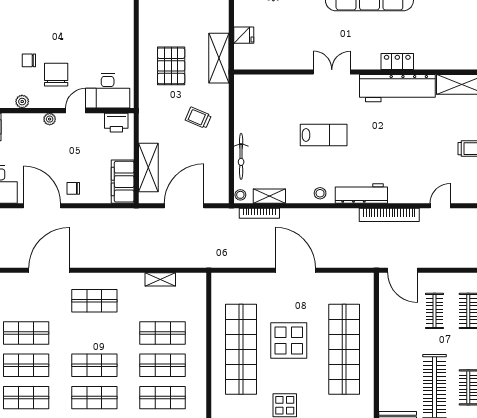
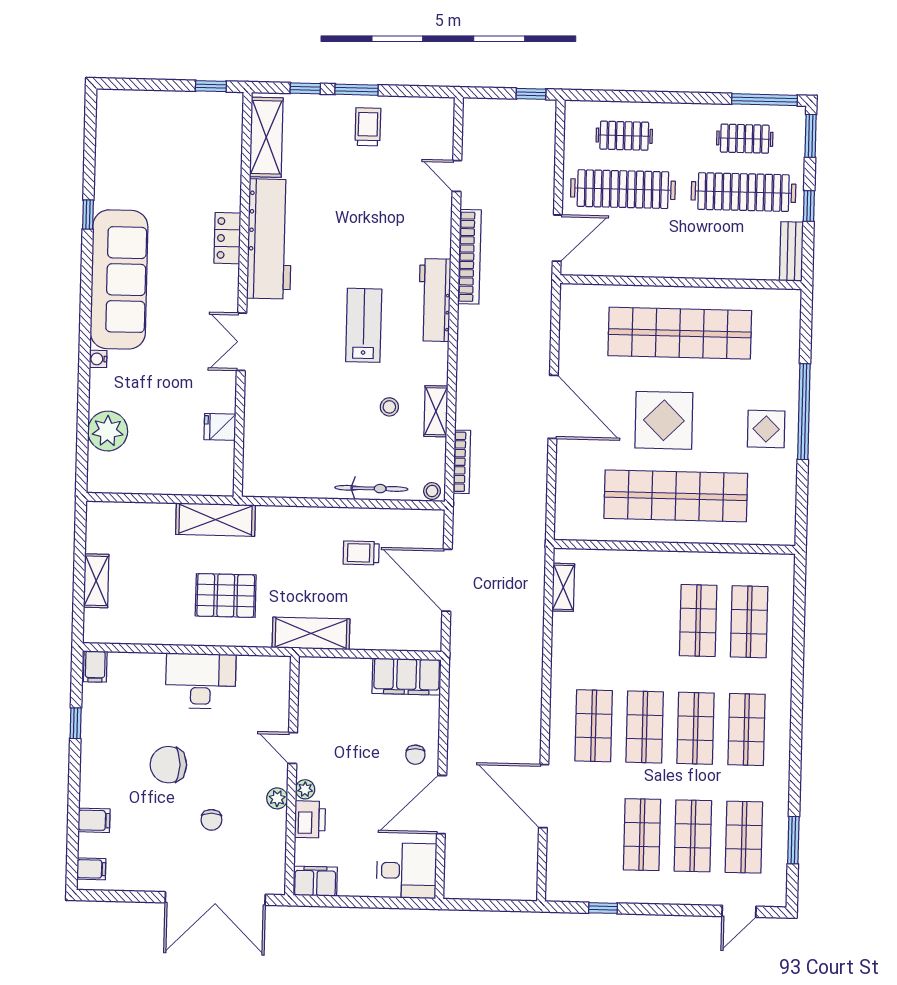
fridge: (244, 35) -> (220, 427), moved, turned -90
chair: (56, 75) -> (168, 765), moved
desk: (108, 91) -> (201, 681), moved, turned -90
plant: (22, 102) -> (277, 798), moved
trolley: (198, 118) -> (361, 553), moved, turned 67
printer: (116, 123) -> (310, 819), moved
lab bench: (324, 135) -> (364, 325), moved
shelving: (148, 168) -> (311, 633), moved
stool: (320, 193) -> (389, 407), moved
shelving: (269, 196) -> (436, 411), moved
door: (296, 270) -> (553, 407), swing flipped
shelving: (160, 279) -> (563, 587), moved
clothes rail: (434, 311) -> (623, 189), width x1.86, depth x1.31
shop shelf: (163, 333) -> (645, 727), moved

